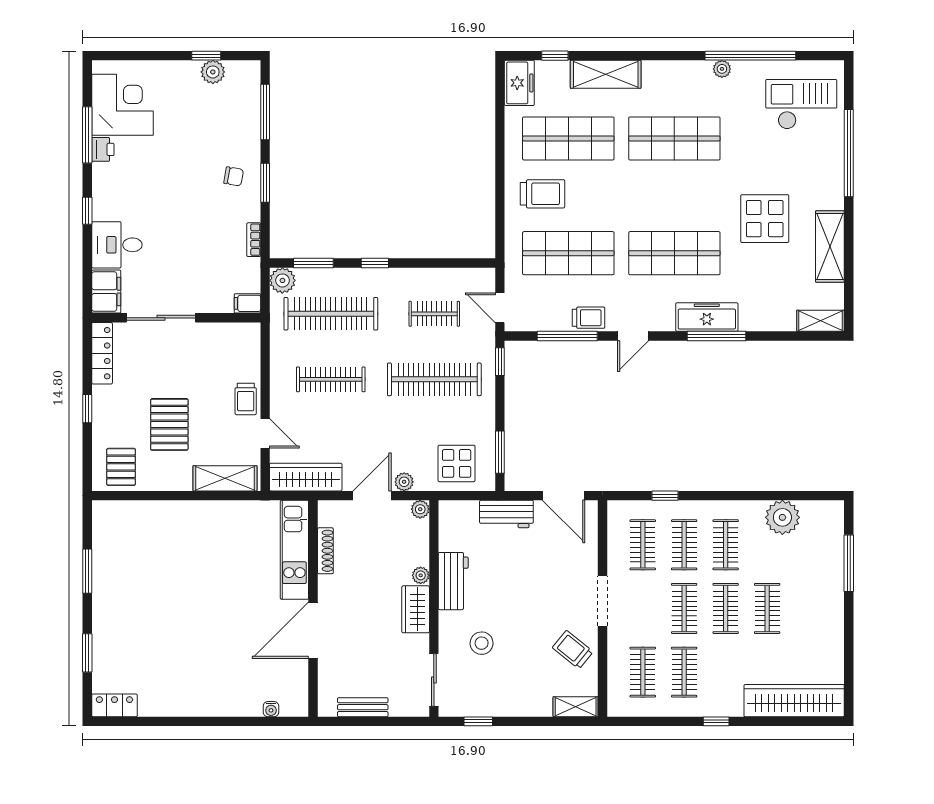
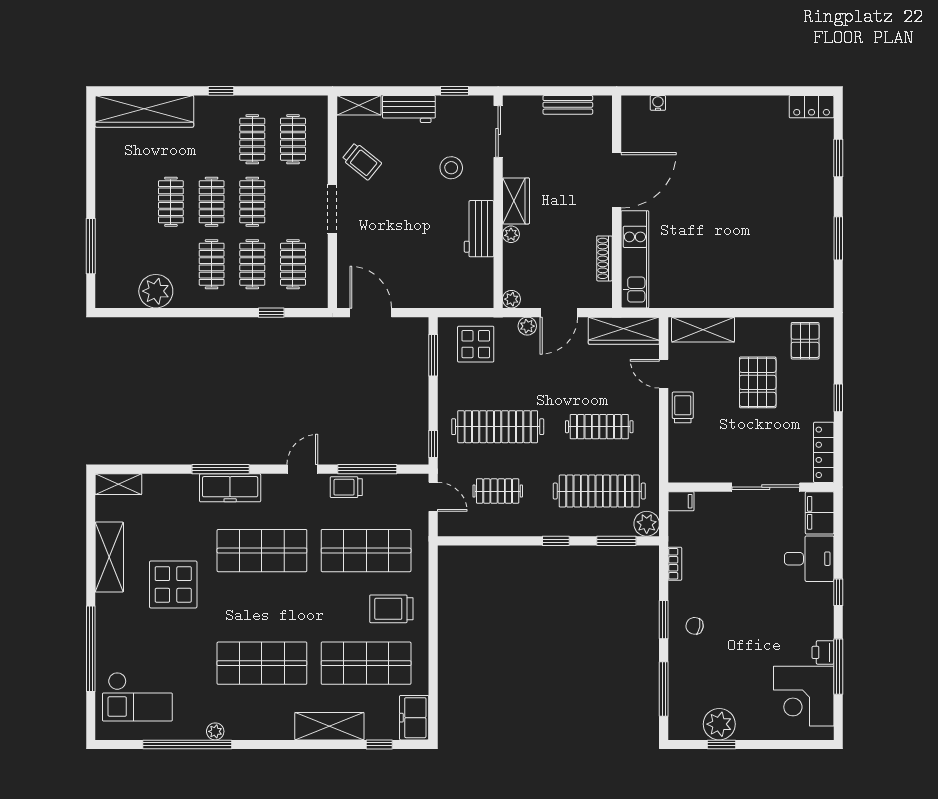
plant: (213, 72) -> (719, 724), width x1.36, depth x1.36
workbench: (506, 514) -> (409, 109), moved, turned 180

